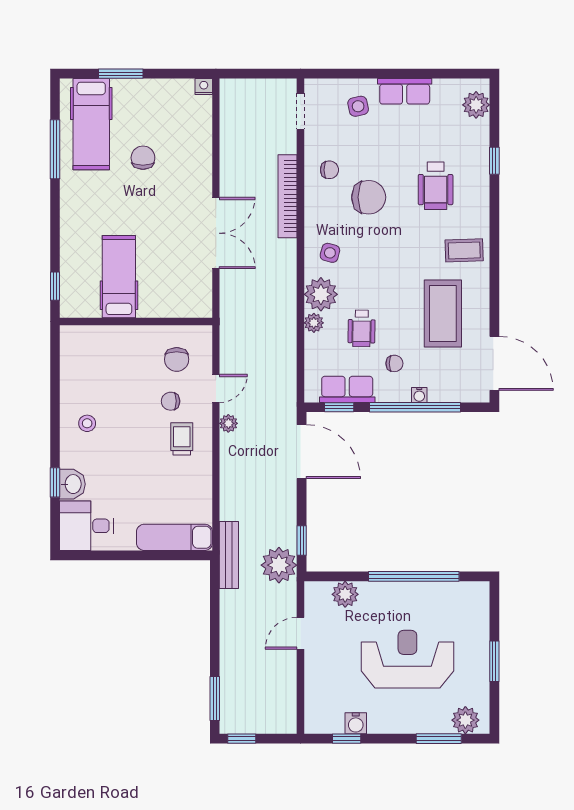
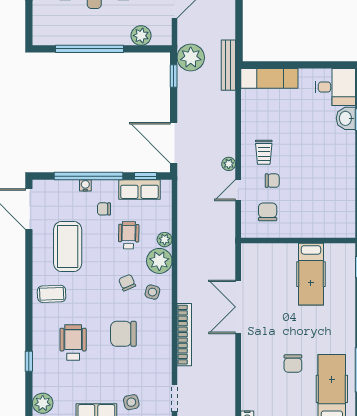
chair: (329, 170) -> (127, 283), moved, turned 67
stool: (87, 423) -> (335, 164), removed

